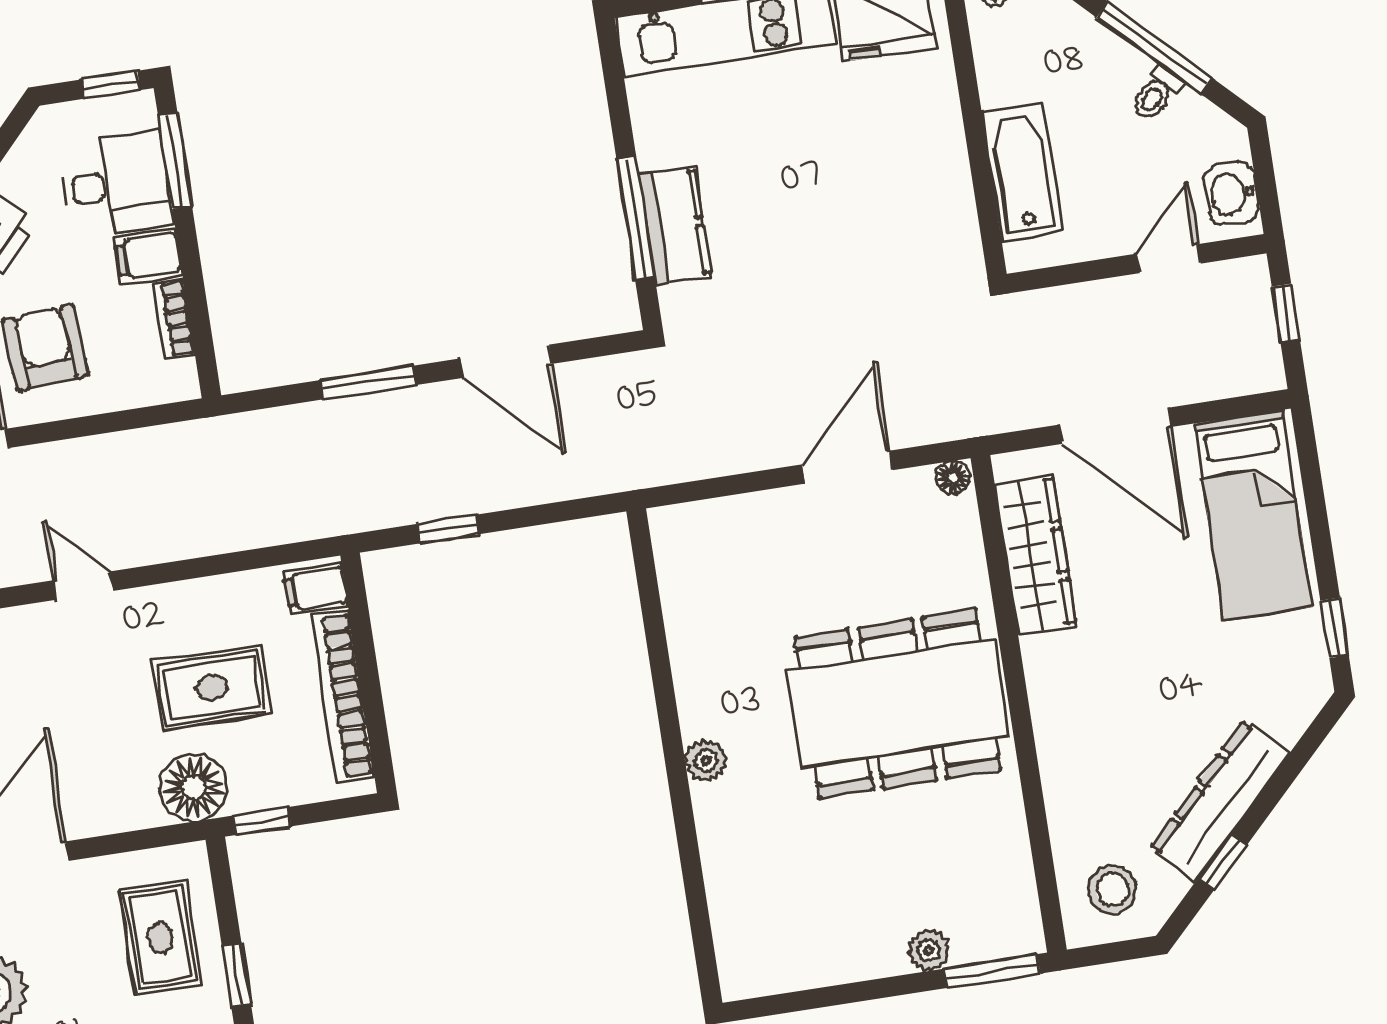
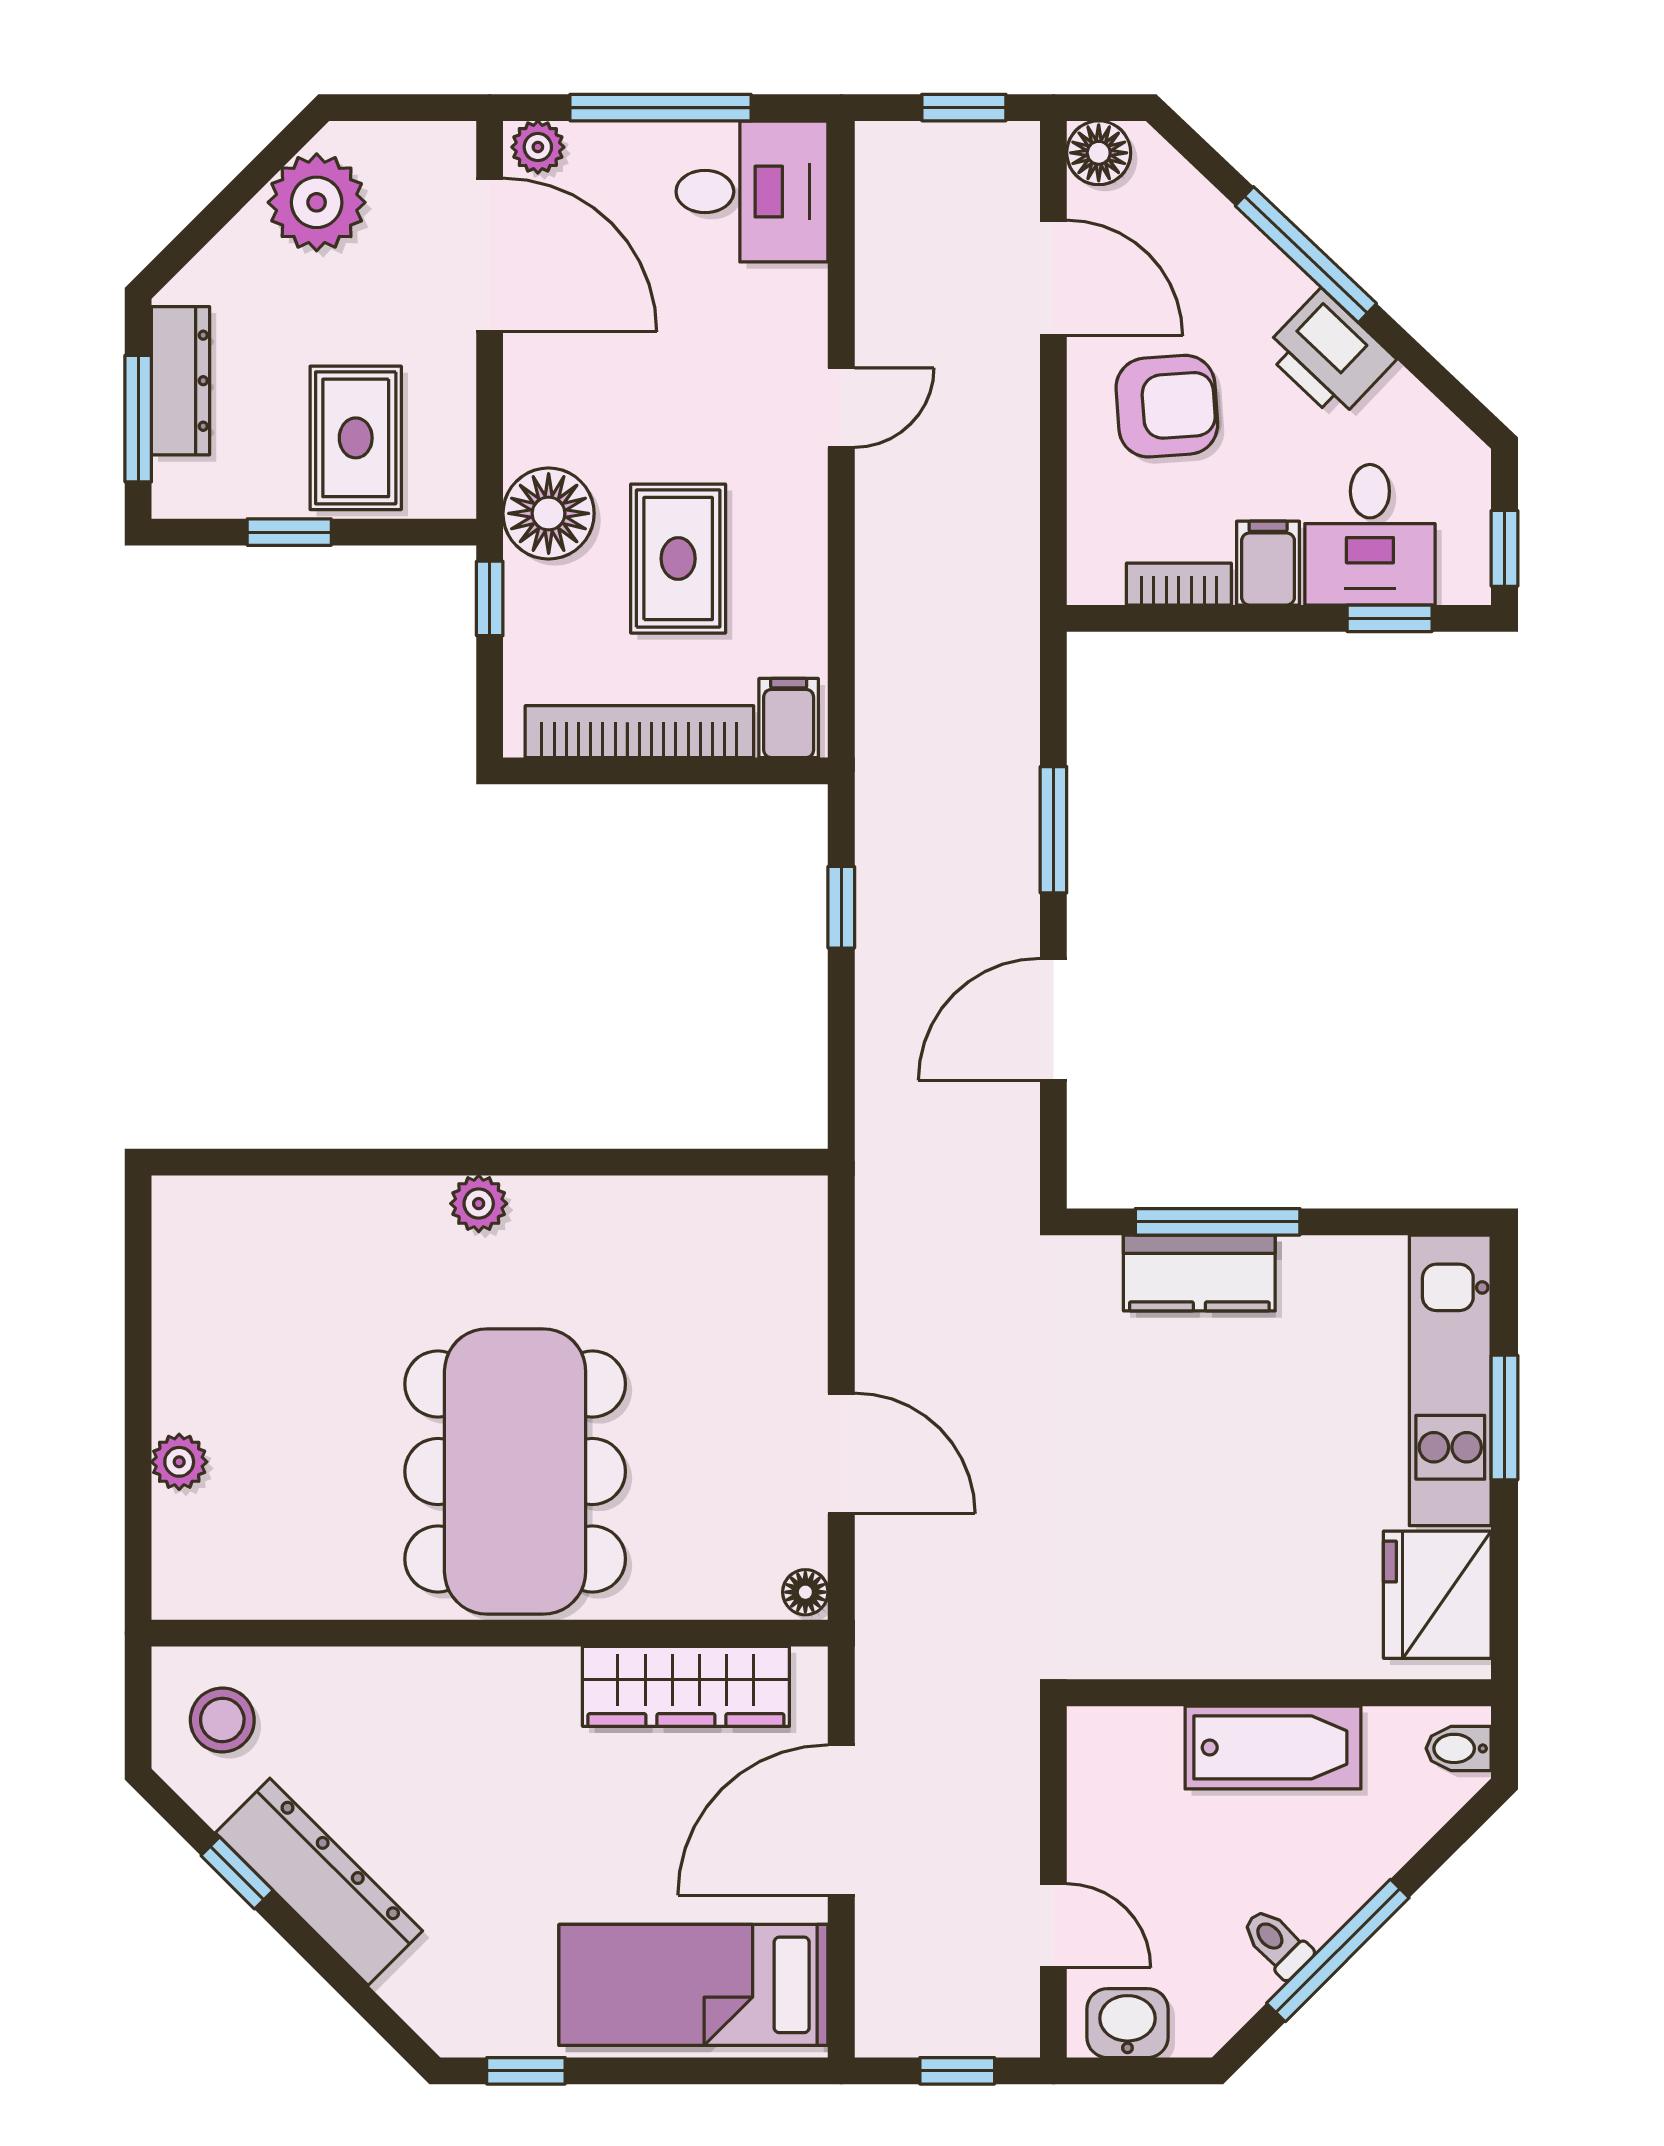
window: (175, 161) -> (1390, 618), width x0.67
bathtub: (1022, 172) -> (1273, 1747), moved
rug: (160, 937) -> (356, 438), turned 90
window: (992, 971) -> (138, 1542), removed

